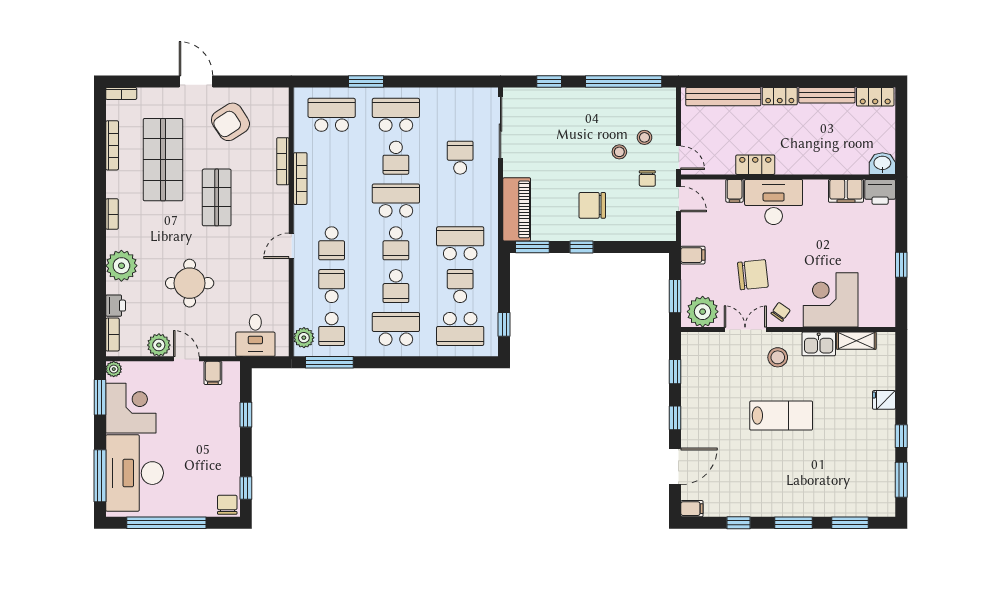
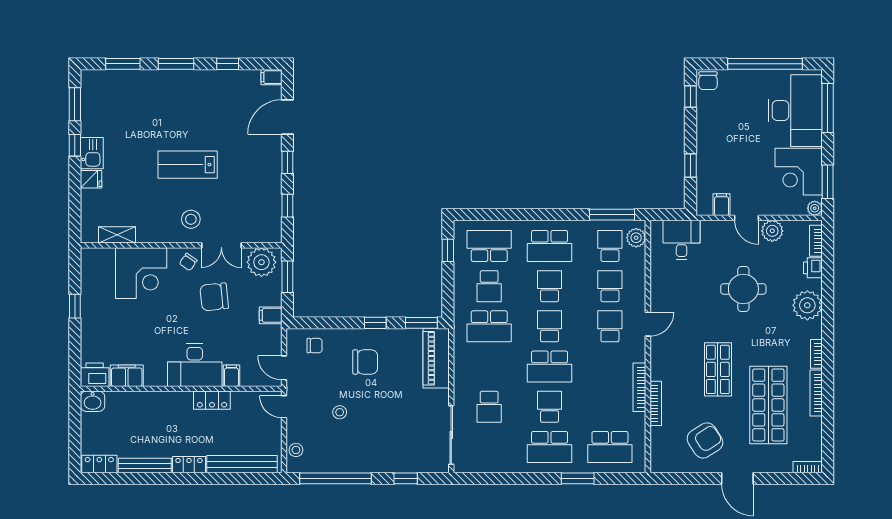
stool: (644, 137) -> (296, 450), moved
bookcase: (112, 145) -> (816, 393), moved
chair: (647, 178) -> (315, 346), moved, turned 90
school desk: (332, 286) -> (610, 286), turned 180
kitchen sink: (819, 344) -> (92, 153), moved, turned 90

